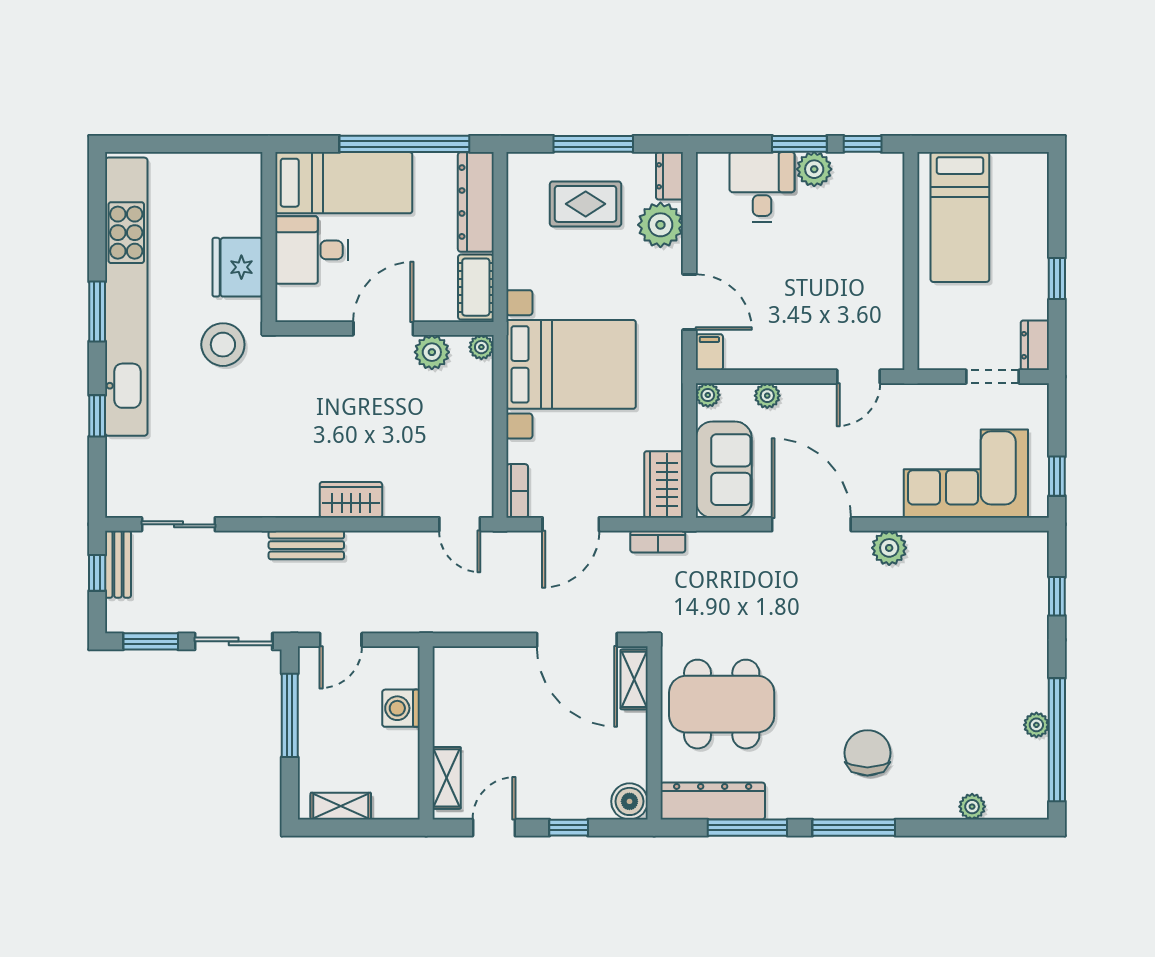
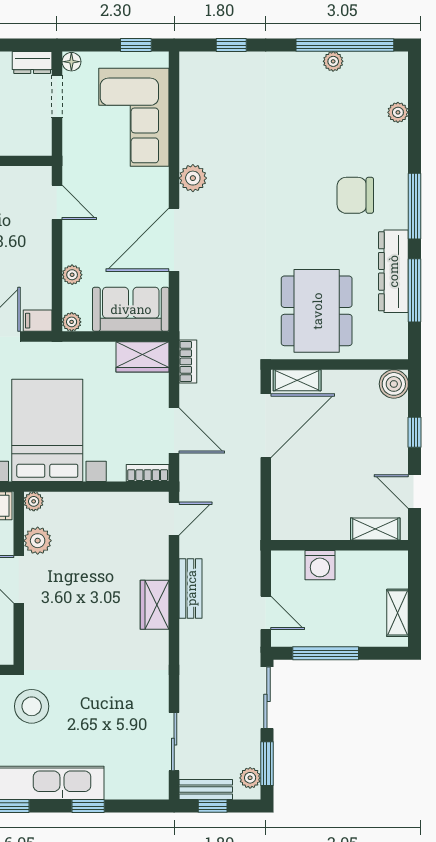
floor lamp: (1036, 395) -> (71, 62), added
bench: (306, 545) -> (191, 588), moved
plant: (133, 620) -> (250, 778), added
dresser: (713, 801) -> (393, 271), moved

